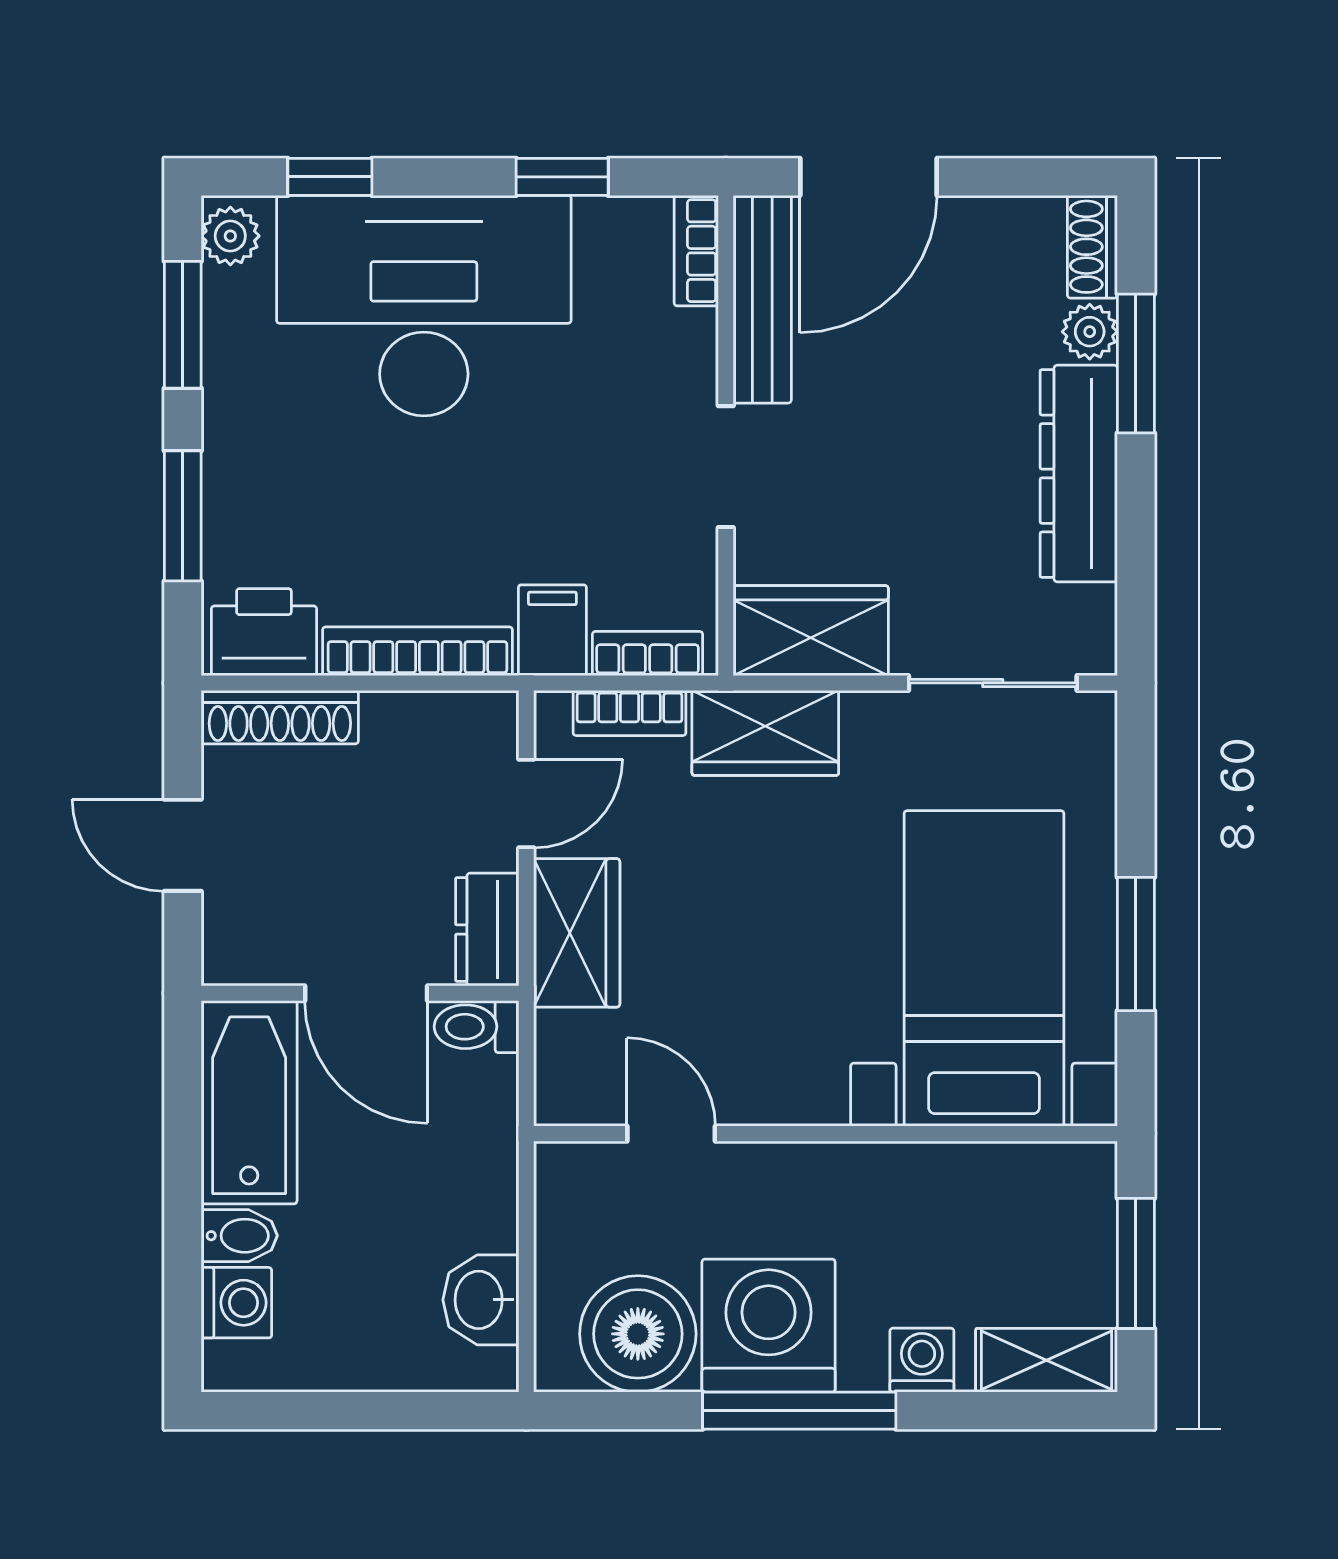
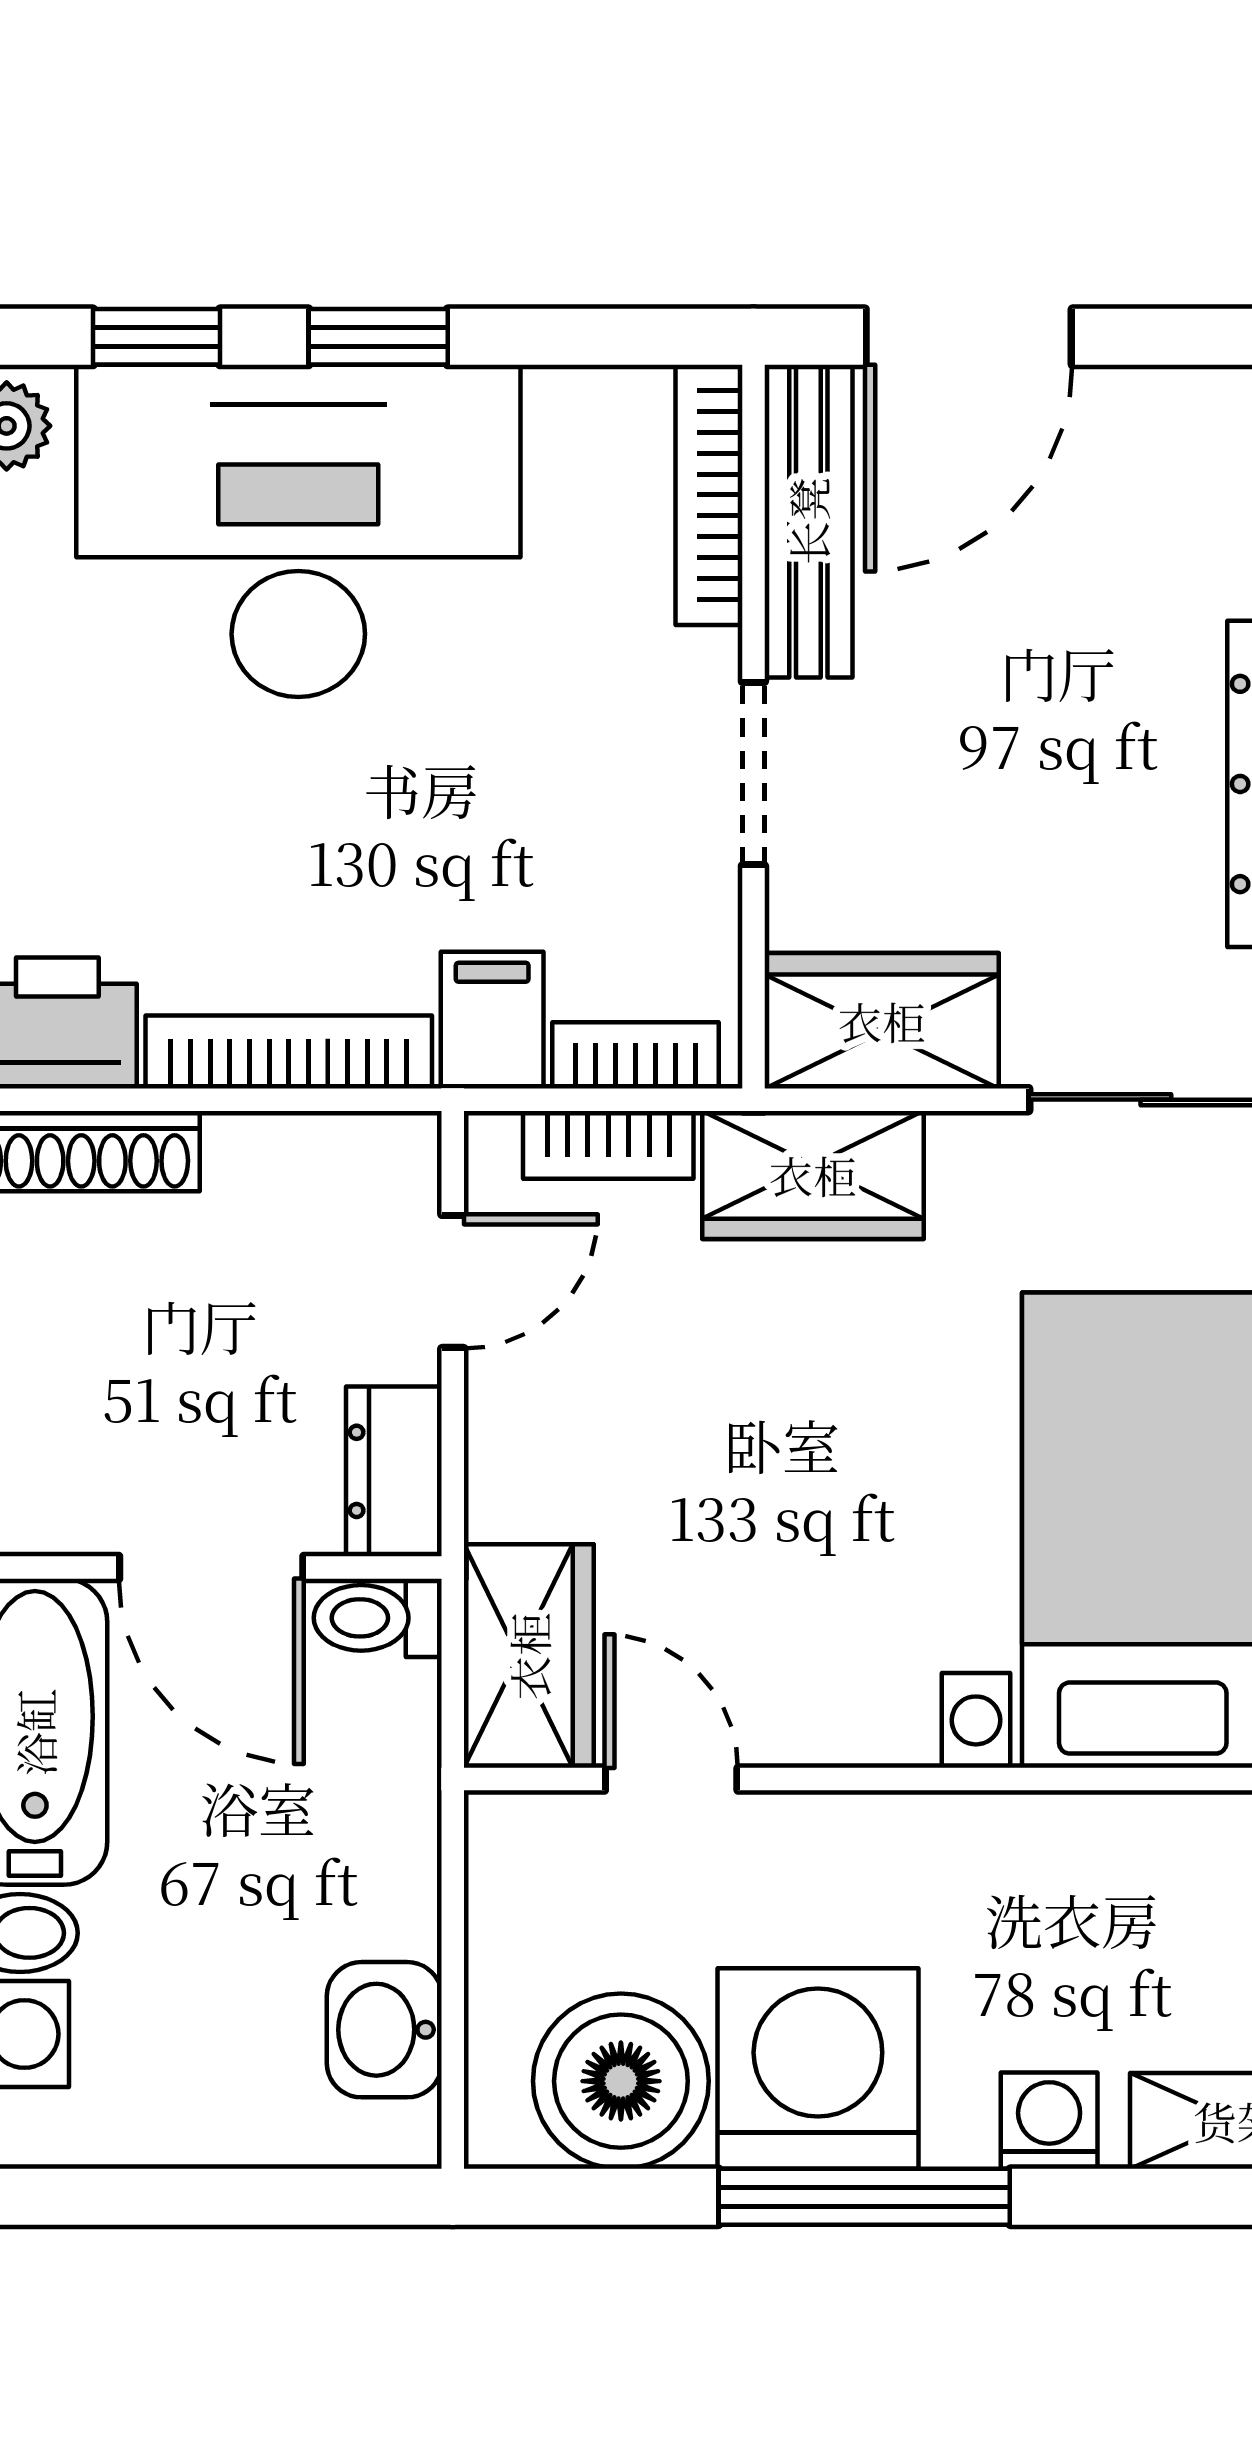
window: (562, 177) -> (378, 337), moved
bookcase: (696, 251) -> (709, 495), width x1.56
wardrobe: (577, 933) -> (529, 1656), moved

